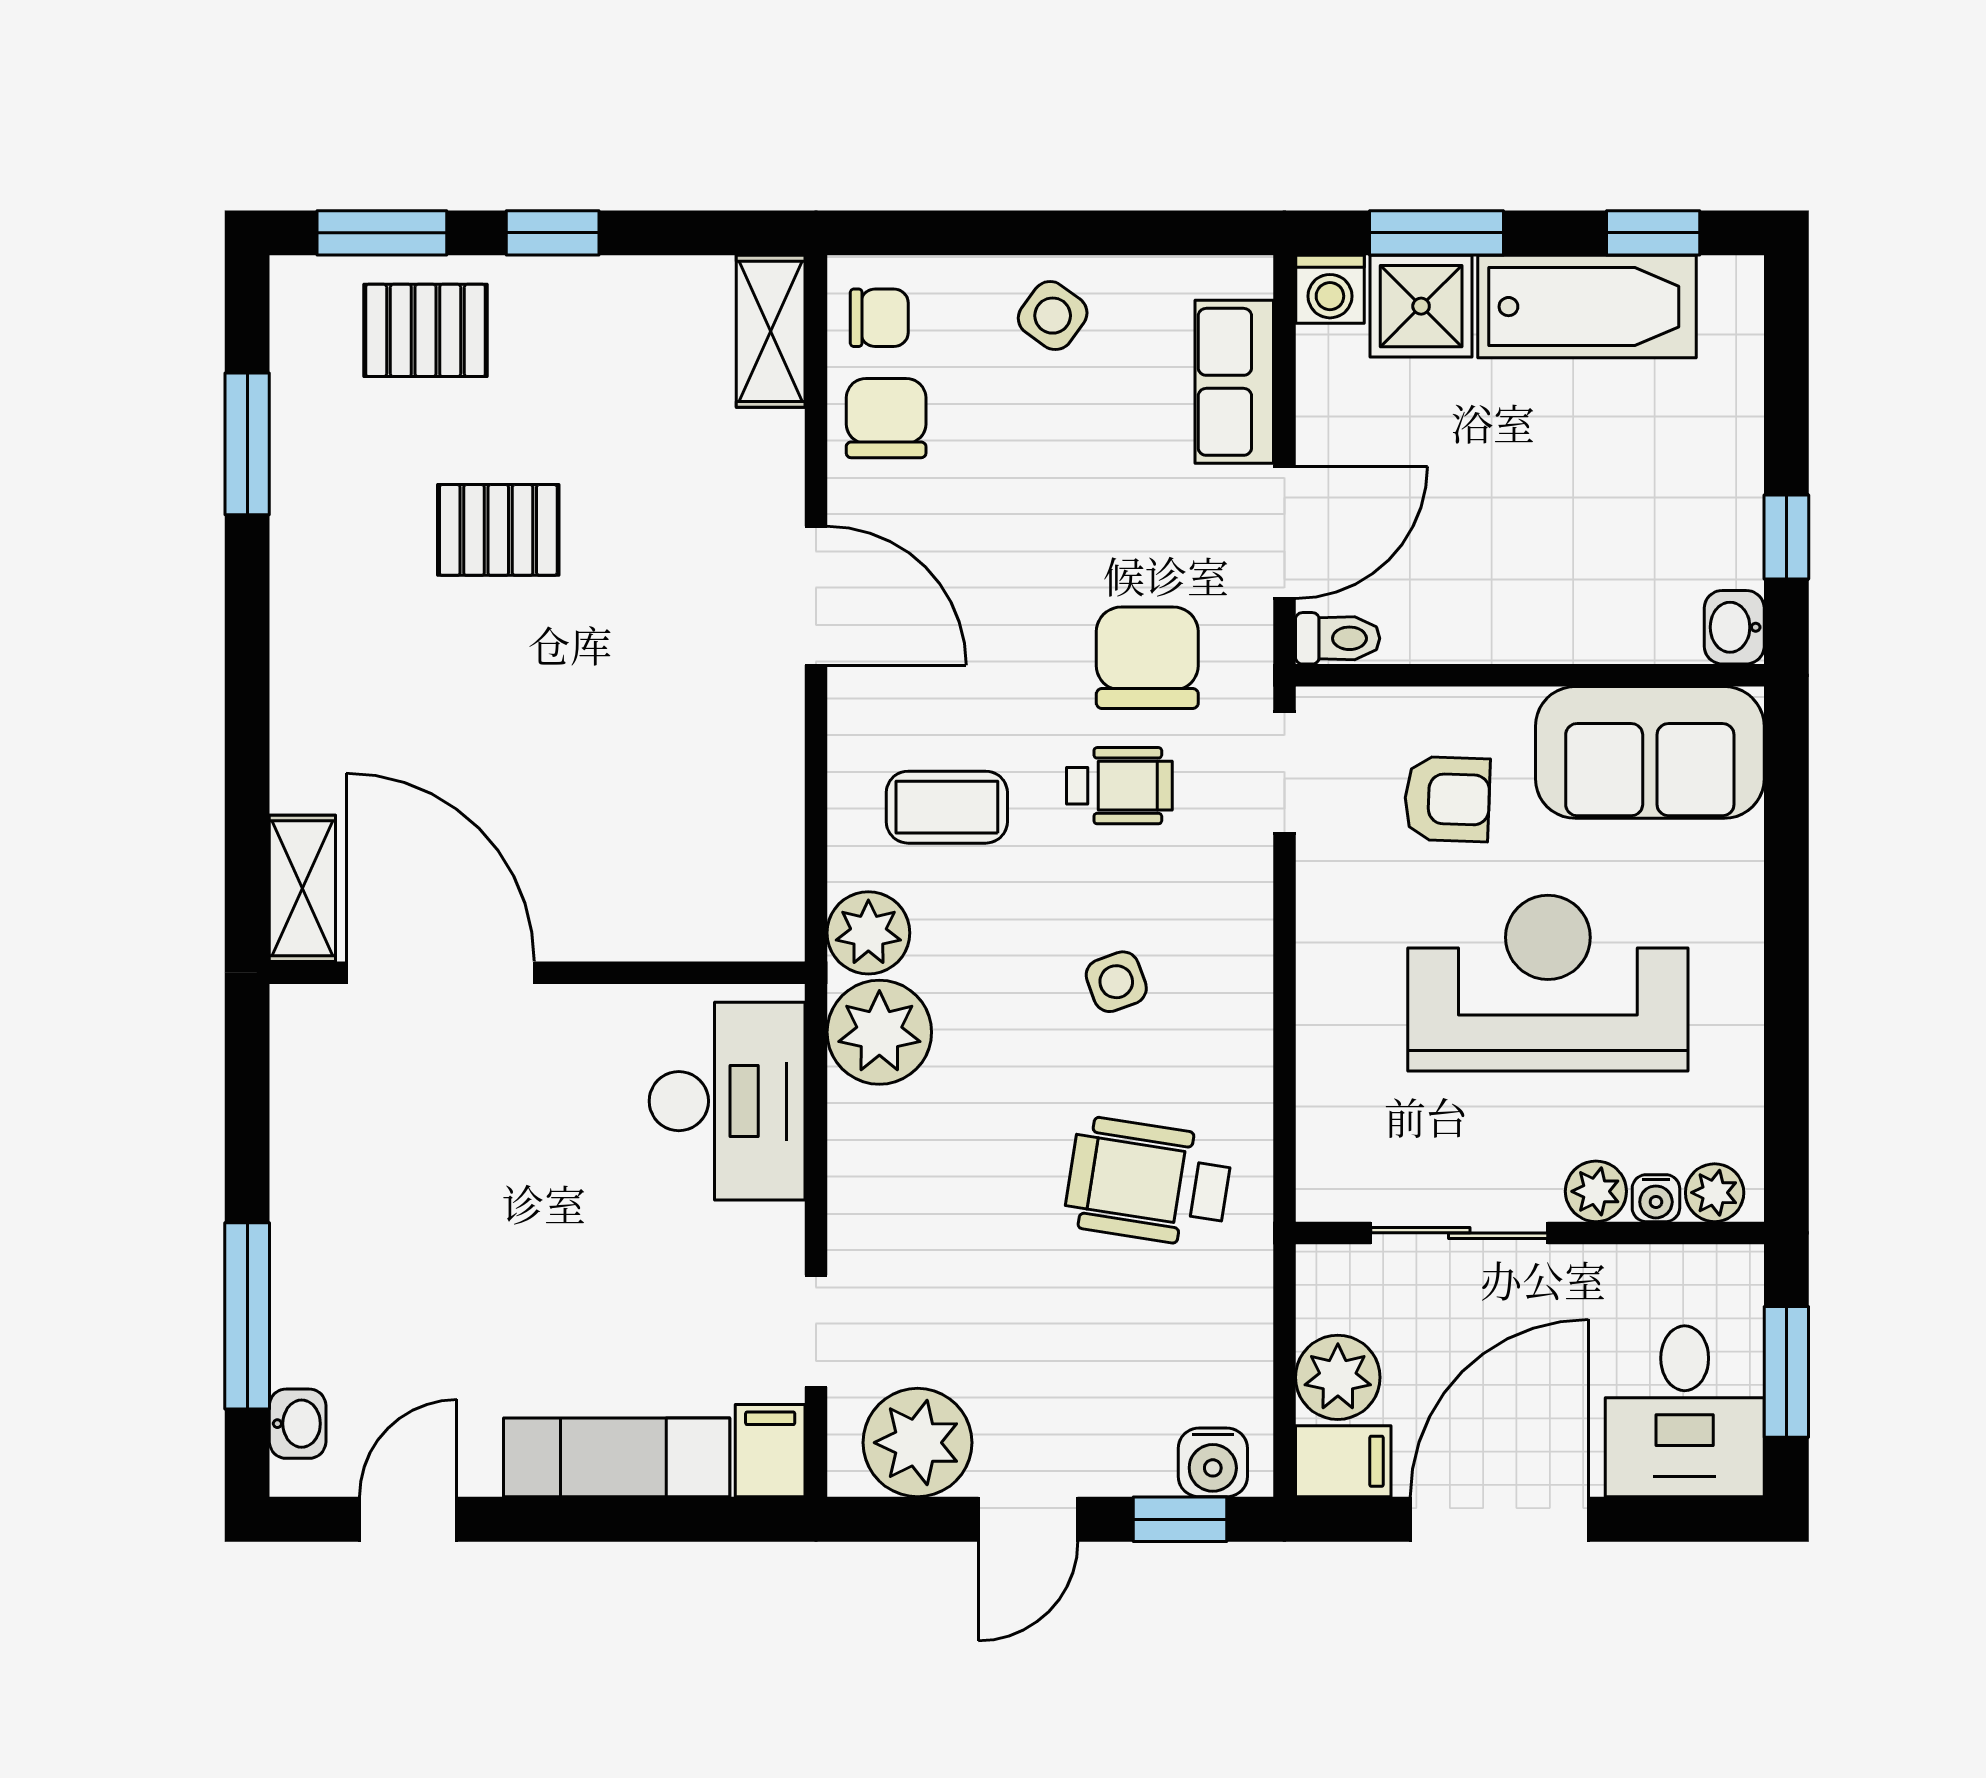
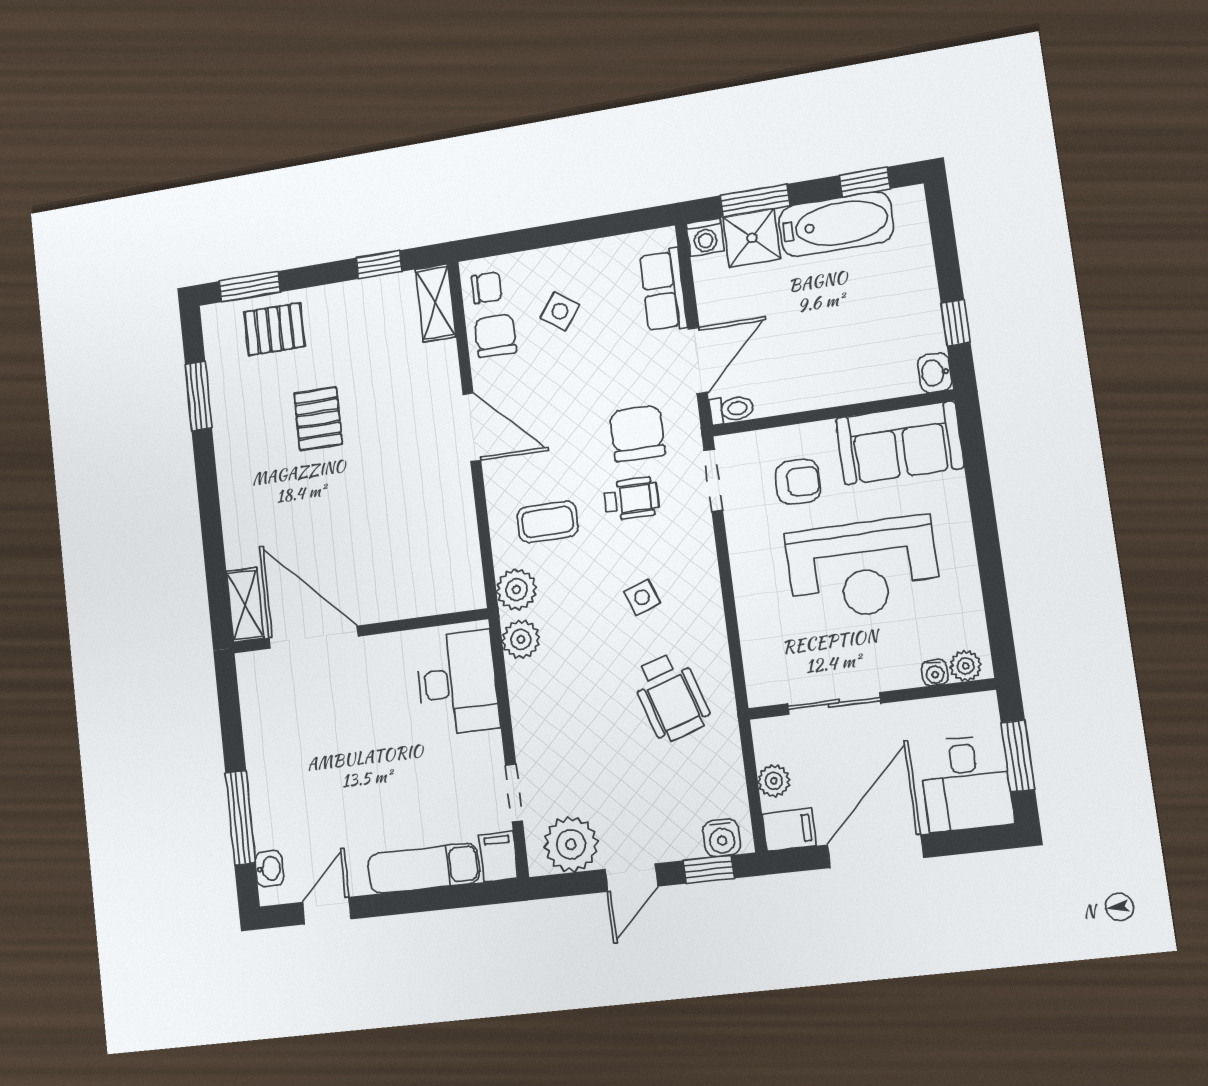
window: (553, 233) -> (379, 265), moved
side table: (1053, 316) -> (560, 311), moved
pallet: (498, 530) -> (318, 419), turned 90
reception desk: (1548, 983) -> (863, 568), turned 180
plant: (879, 1032) -> (521, 639), width x0.73, depth x0.73
wheelchair: (1148, 1182) -> (671, 697), turned -117
plant: (1596, 1191) -> (903, 673), removed
plant: (1338, 1377) -> (774, 781), width x0.73, depth x0.73

